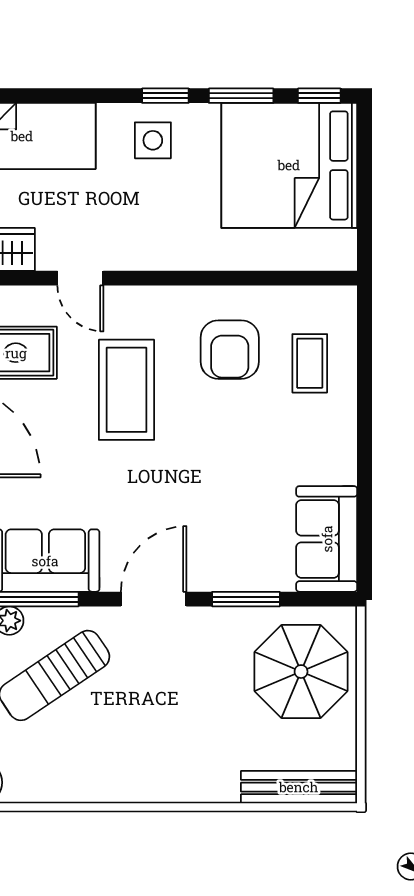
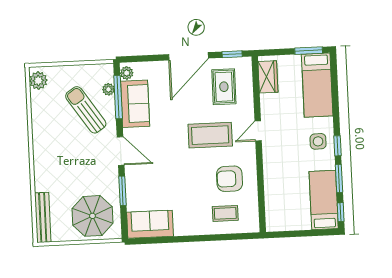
bed: (289, 165) -> (324, 200), width x0.49
door: (80, 278) -> (258, 131), moved

